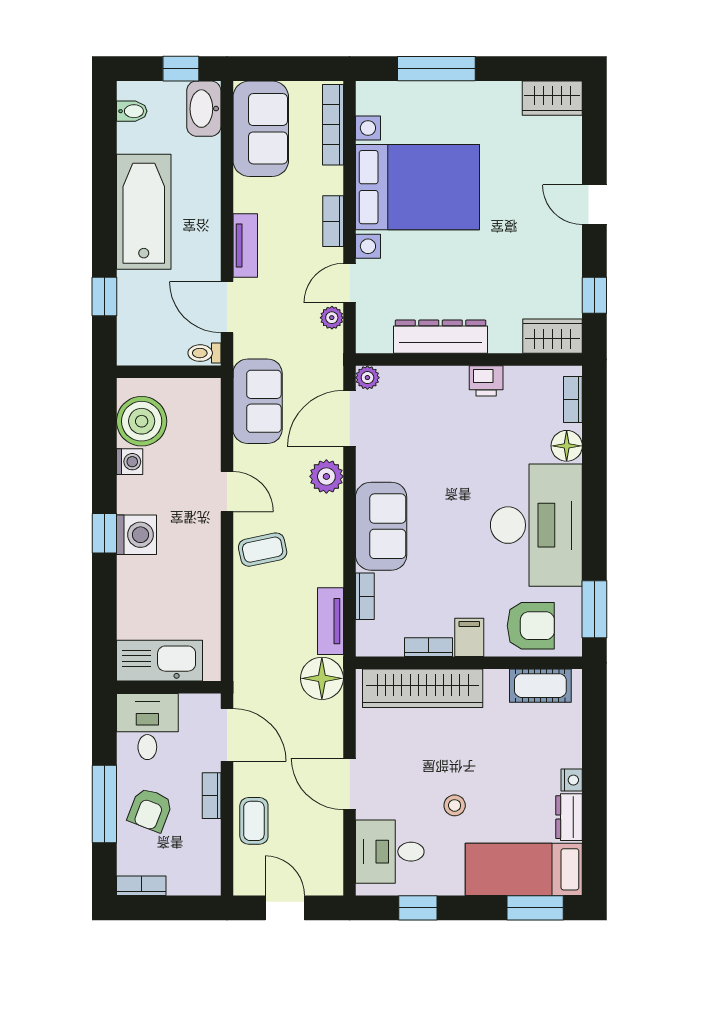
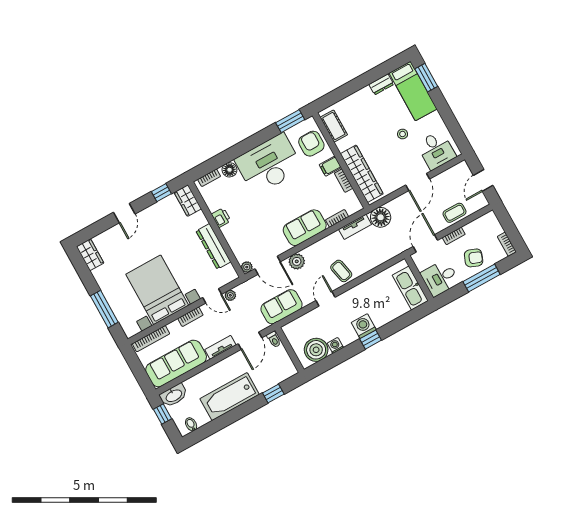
sofa: (261, 129) -> (176, 364), width x1.36
nightstand: (572, 780) -> (365, 92), removed
window: (418, 908) -> (453, 126), removed

